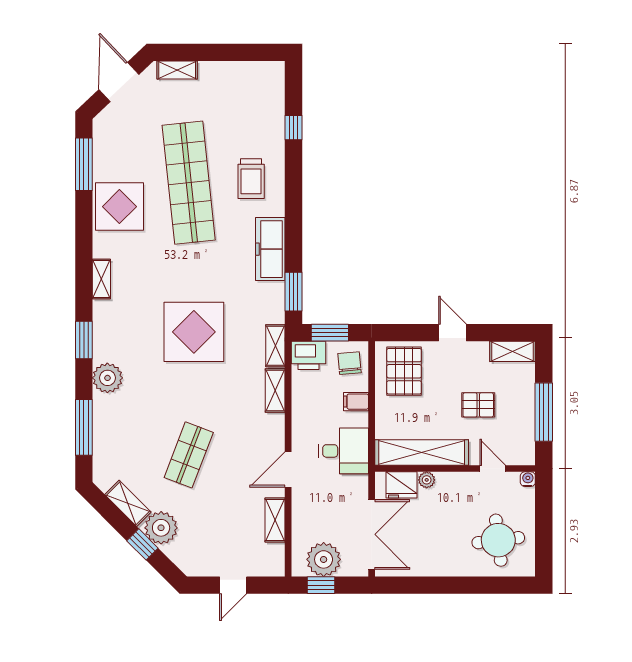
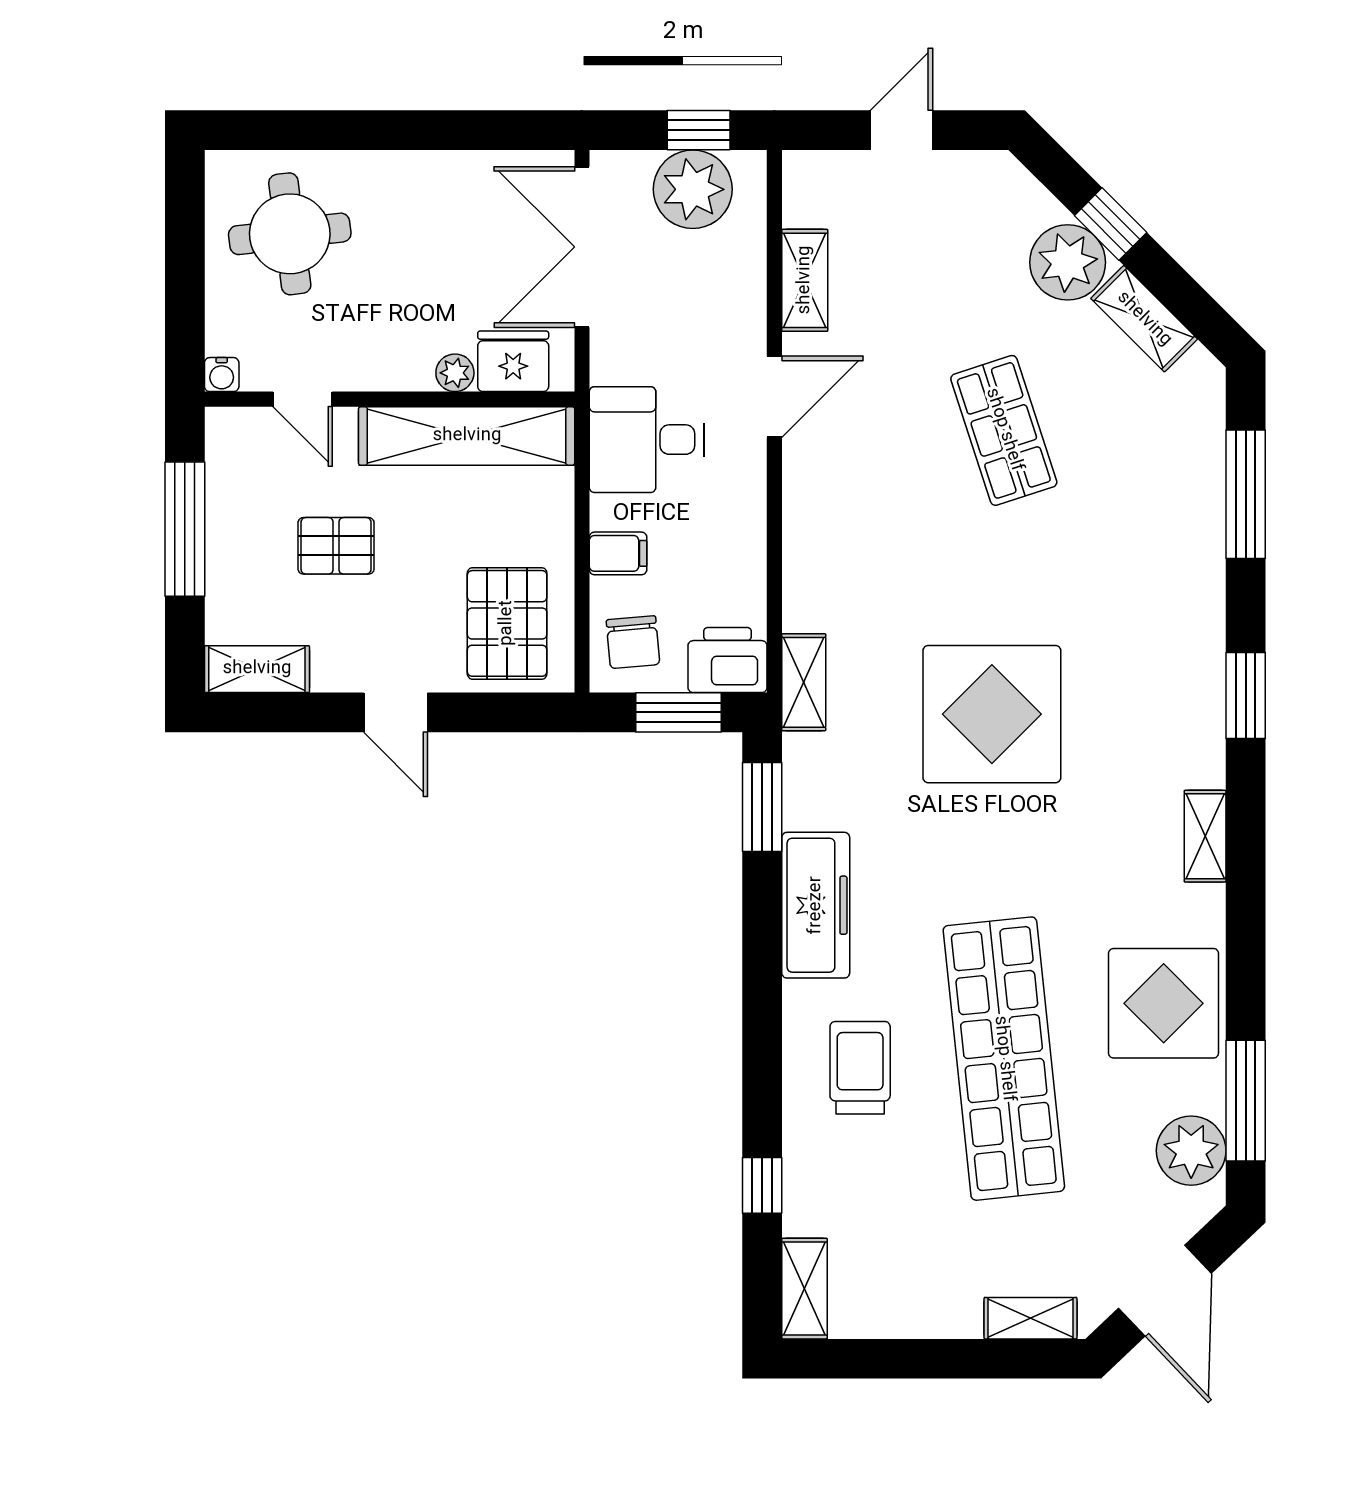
plant: (107, 378) -> (1191, 1151), moved
shelving: (275, 390) -> (804, 1289), moved
shop shelf: (189, 455) -> (1004, 430), turned -39

